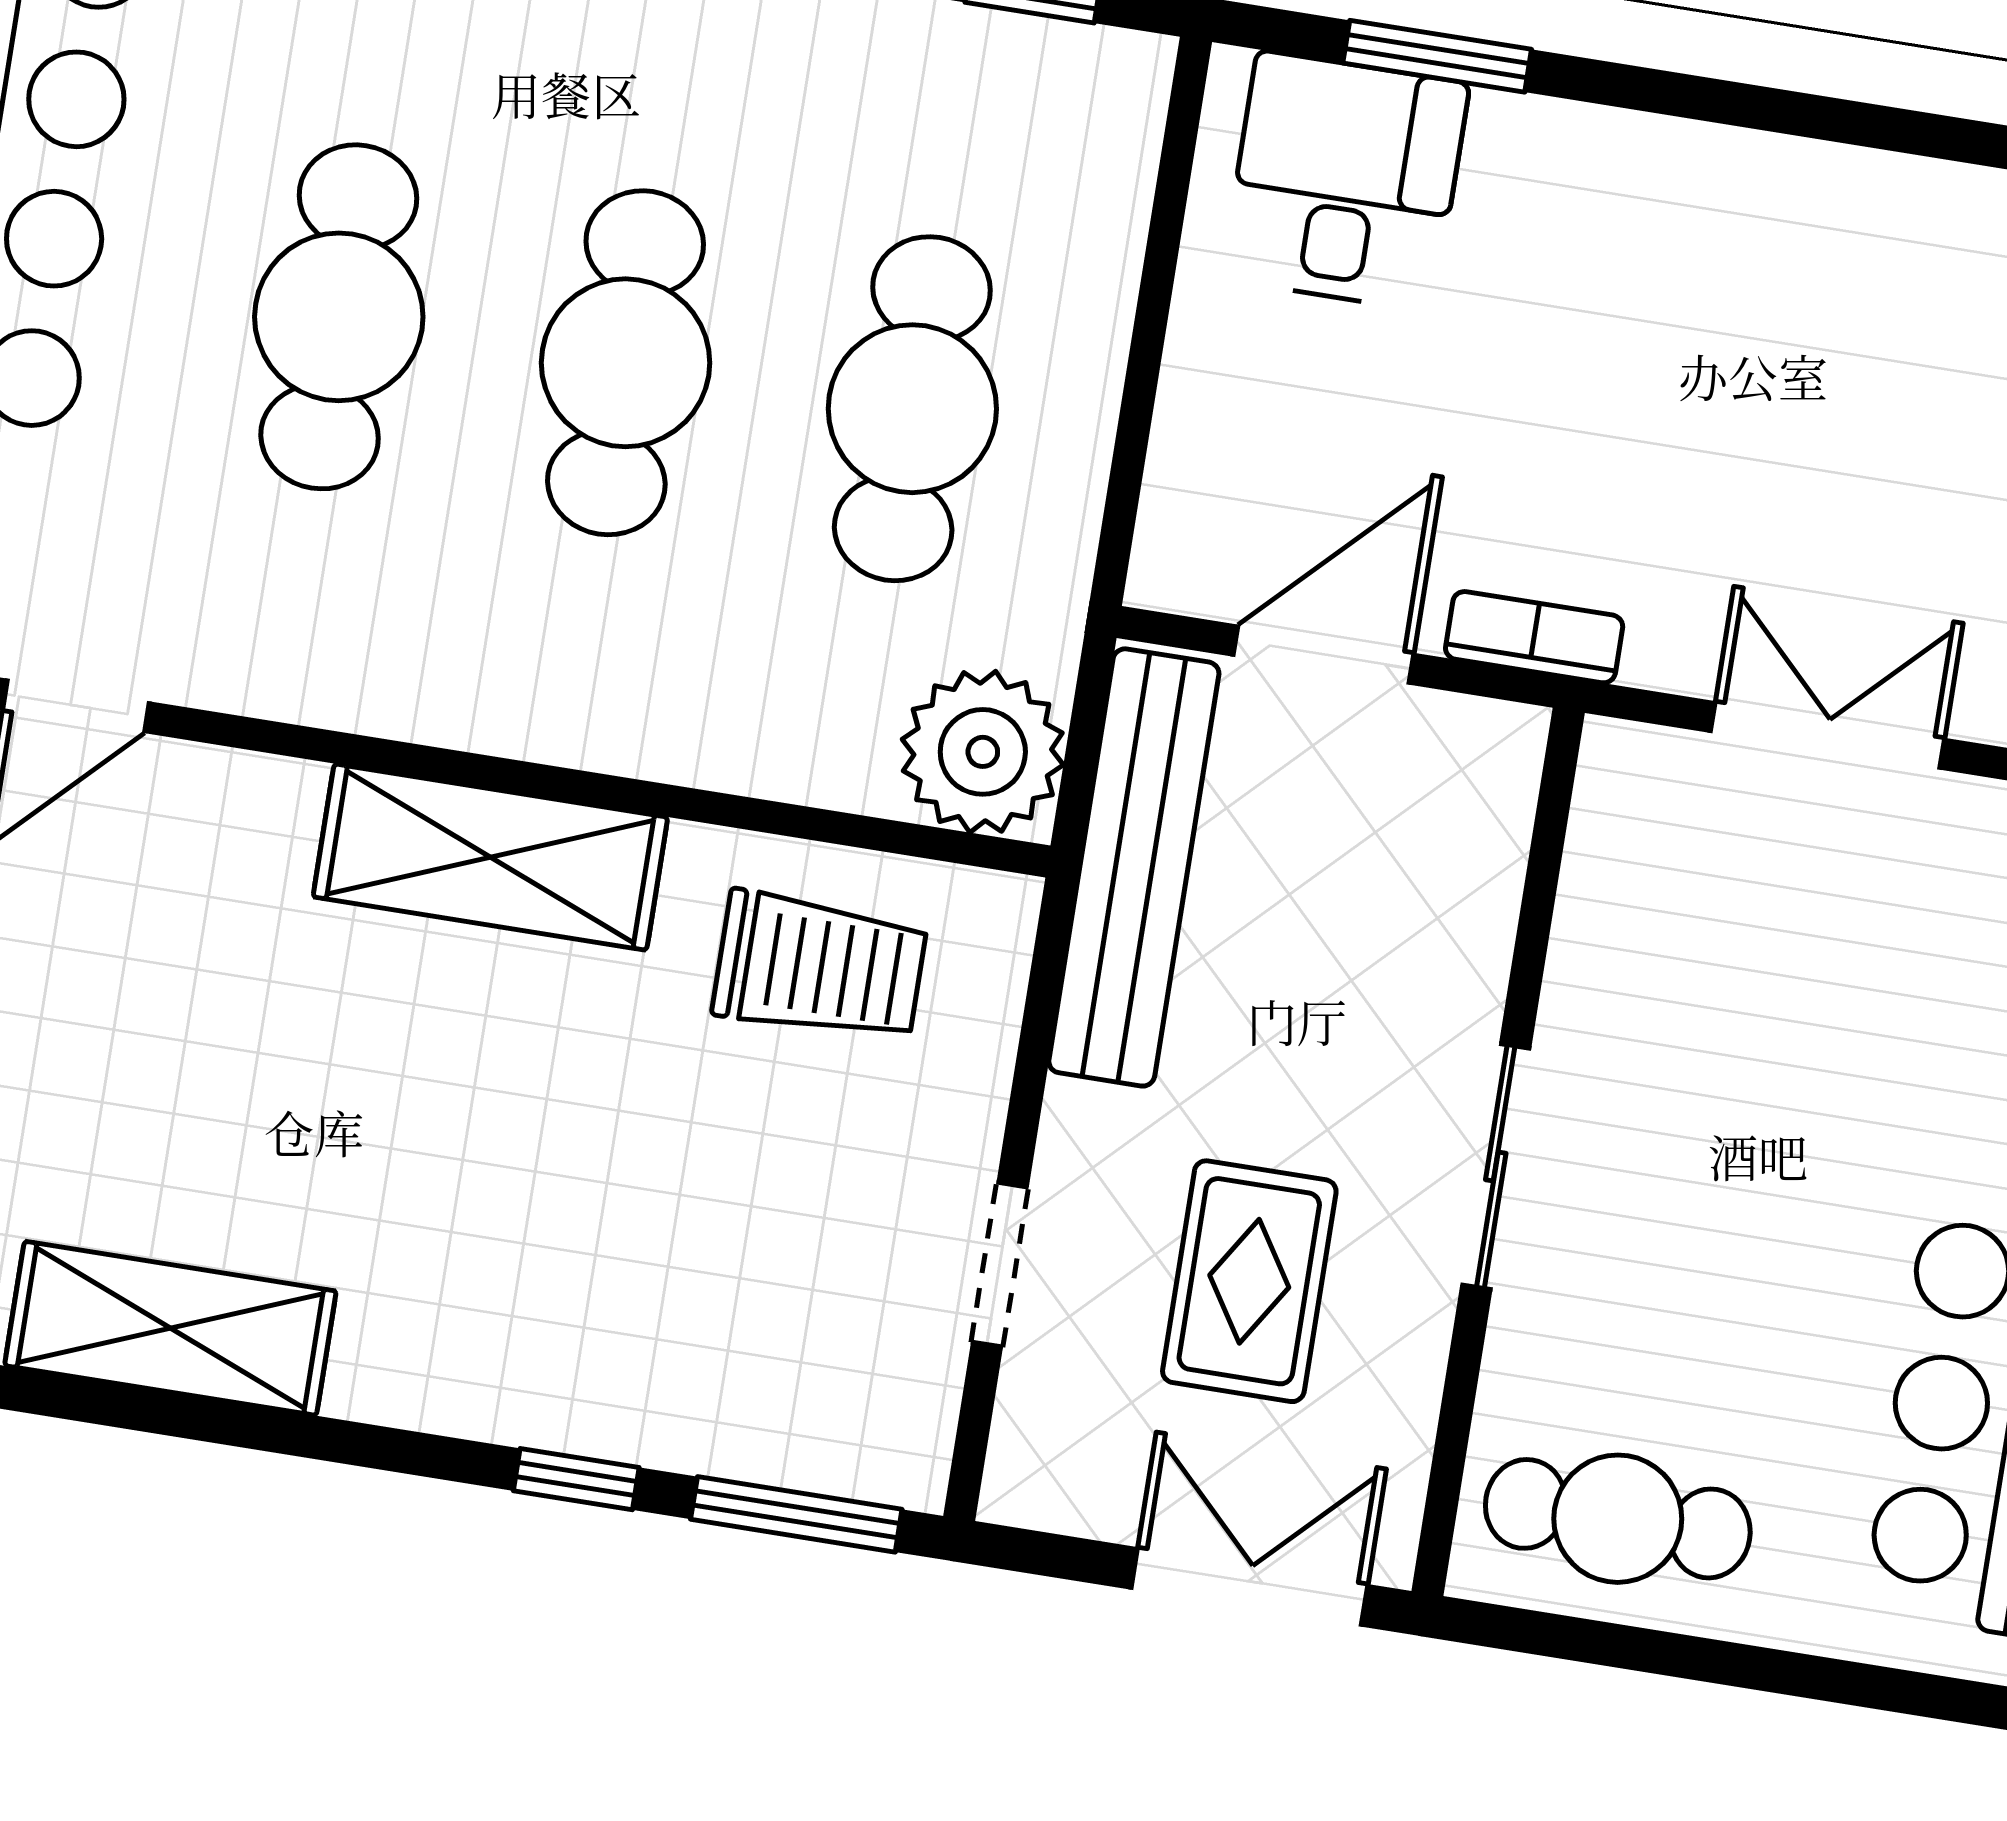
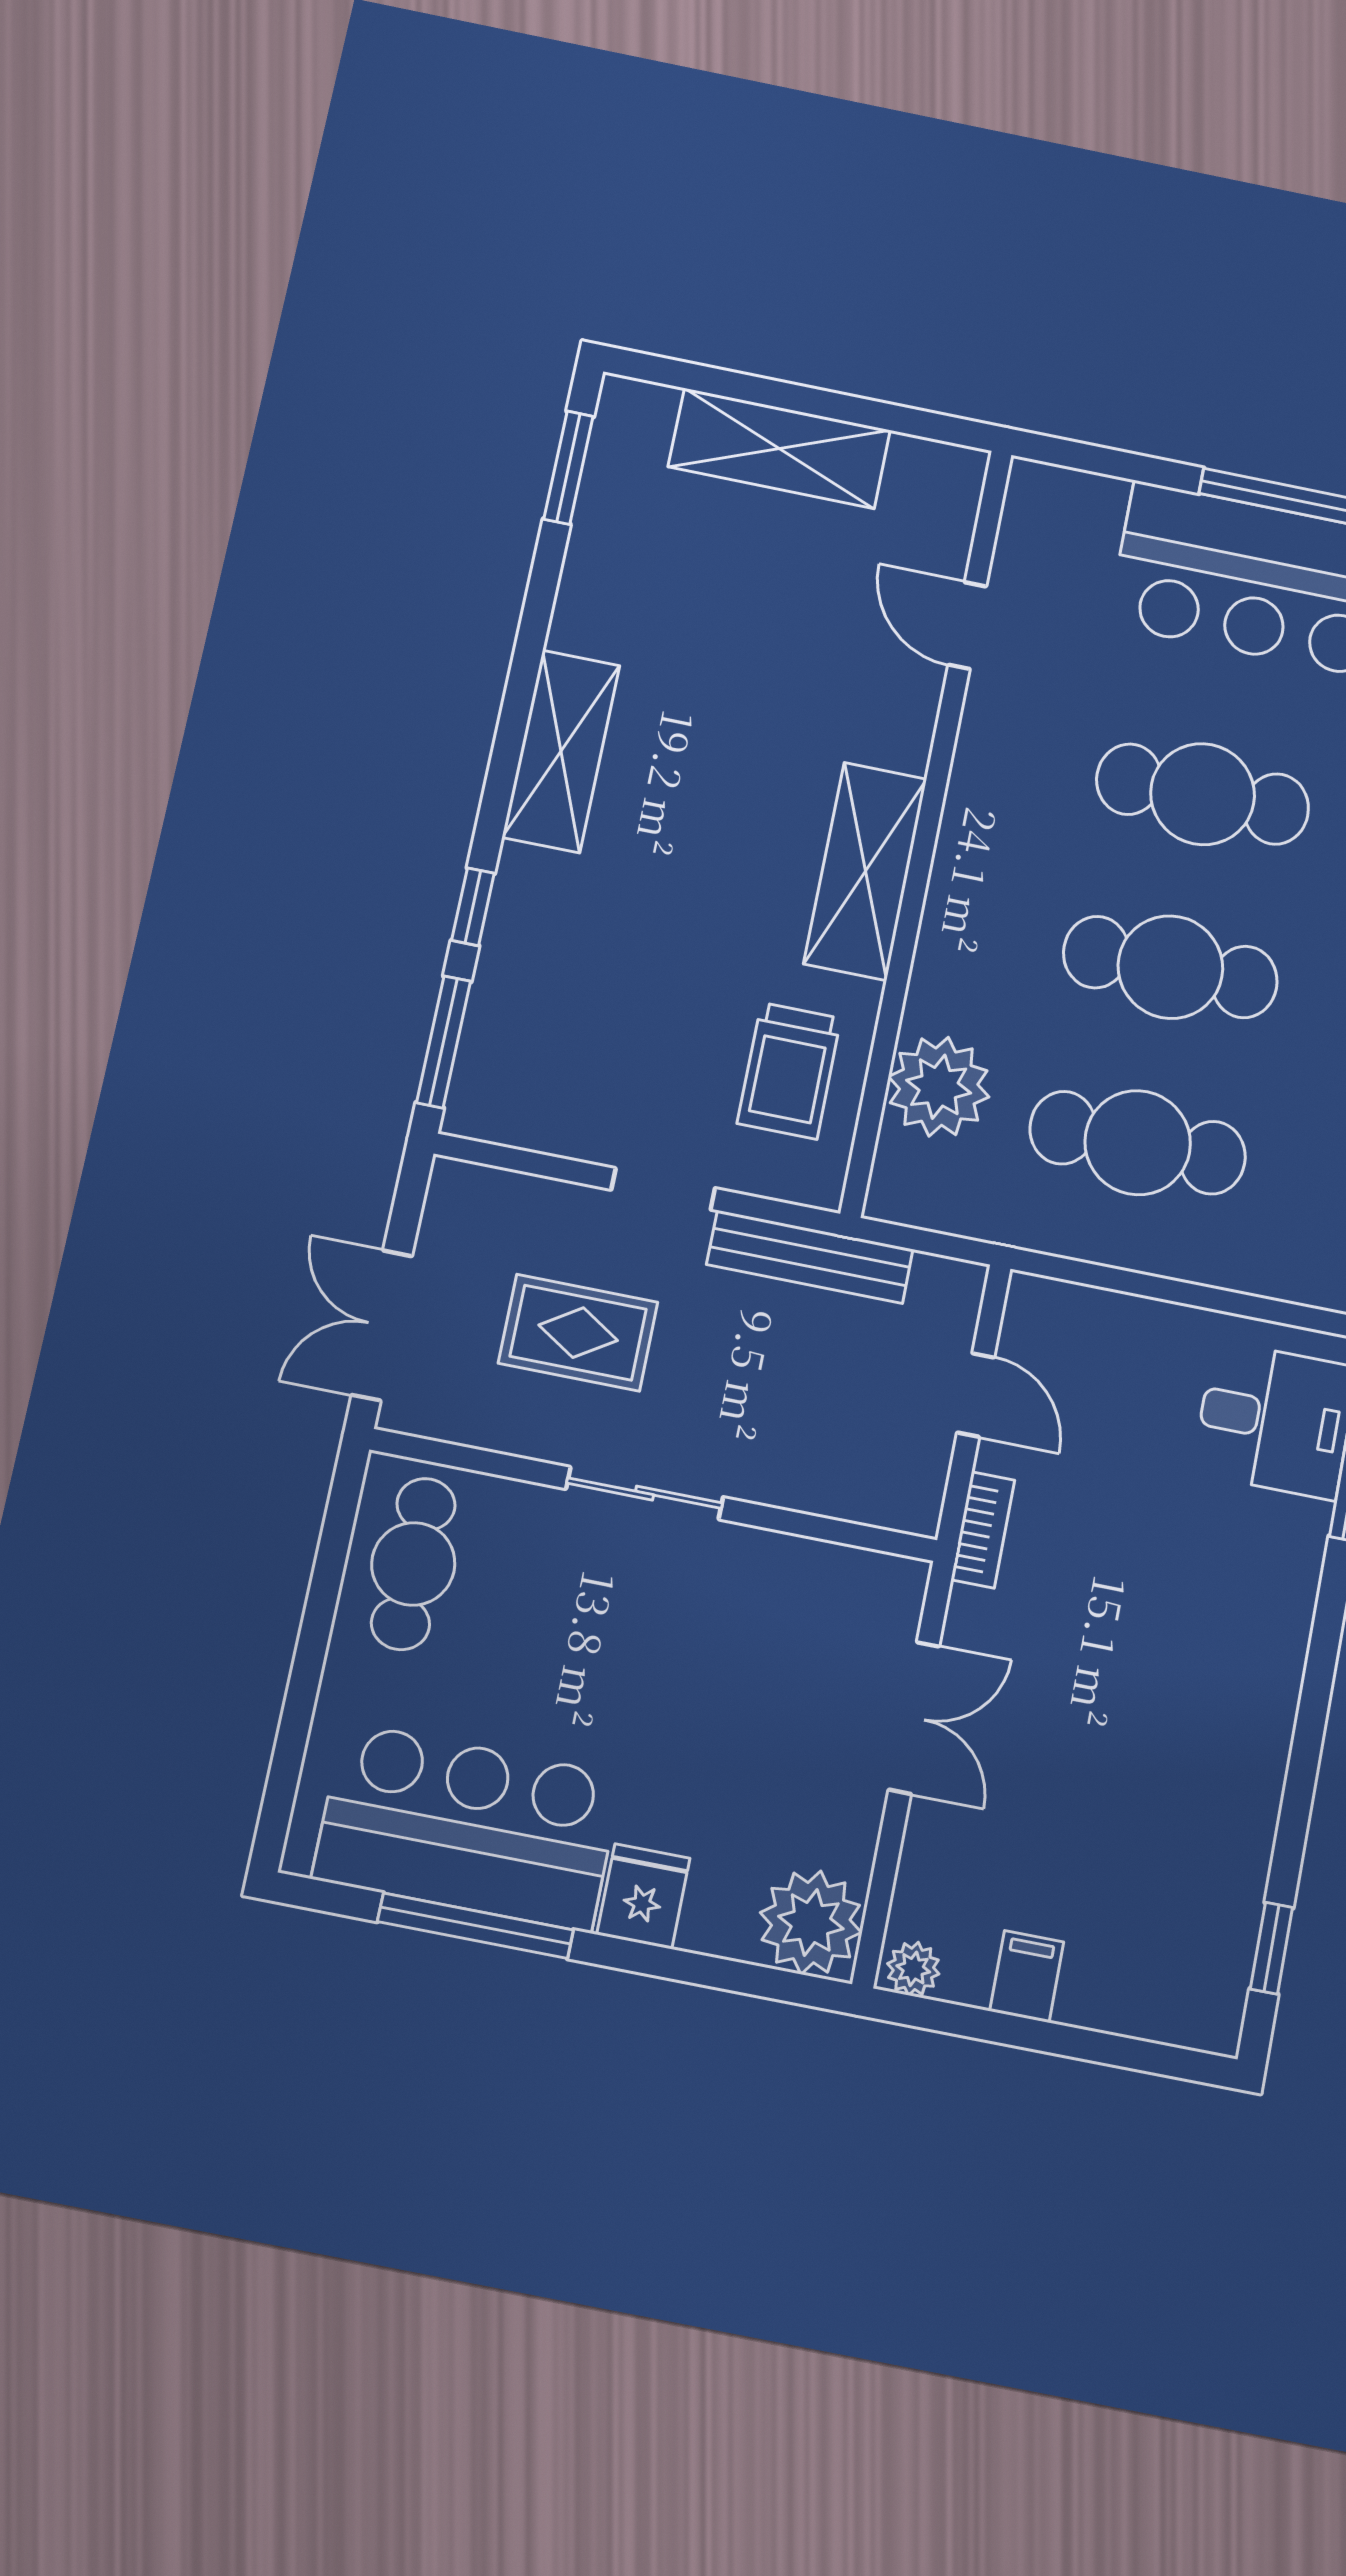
door: (1324, 655) -> (976, 1395), width x0.73
plant: (983, 752) -> (939, 1087), moved
bench: (1134, 867) -> (810, 1257), width x0.73, depth x0.82
doorway: (1000, 1265) -> (663, 1189), moved
shelving: (170, 1328) -> (561, 751), moved
double door: (1249, 1587) -> (382, 1325), swing flipped

